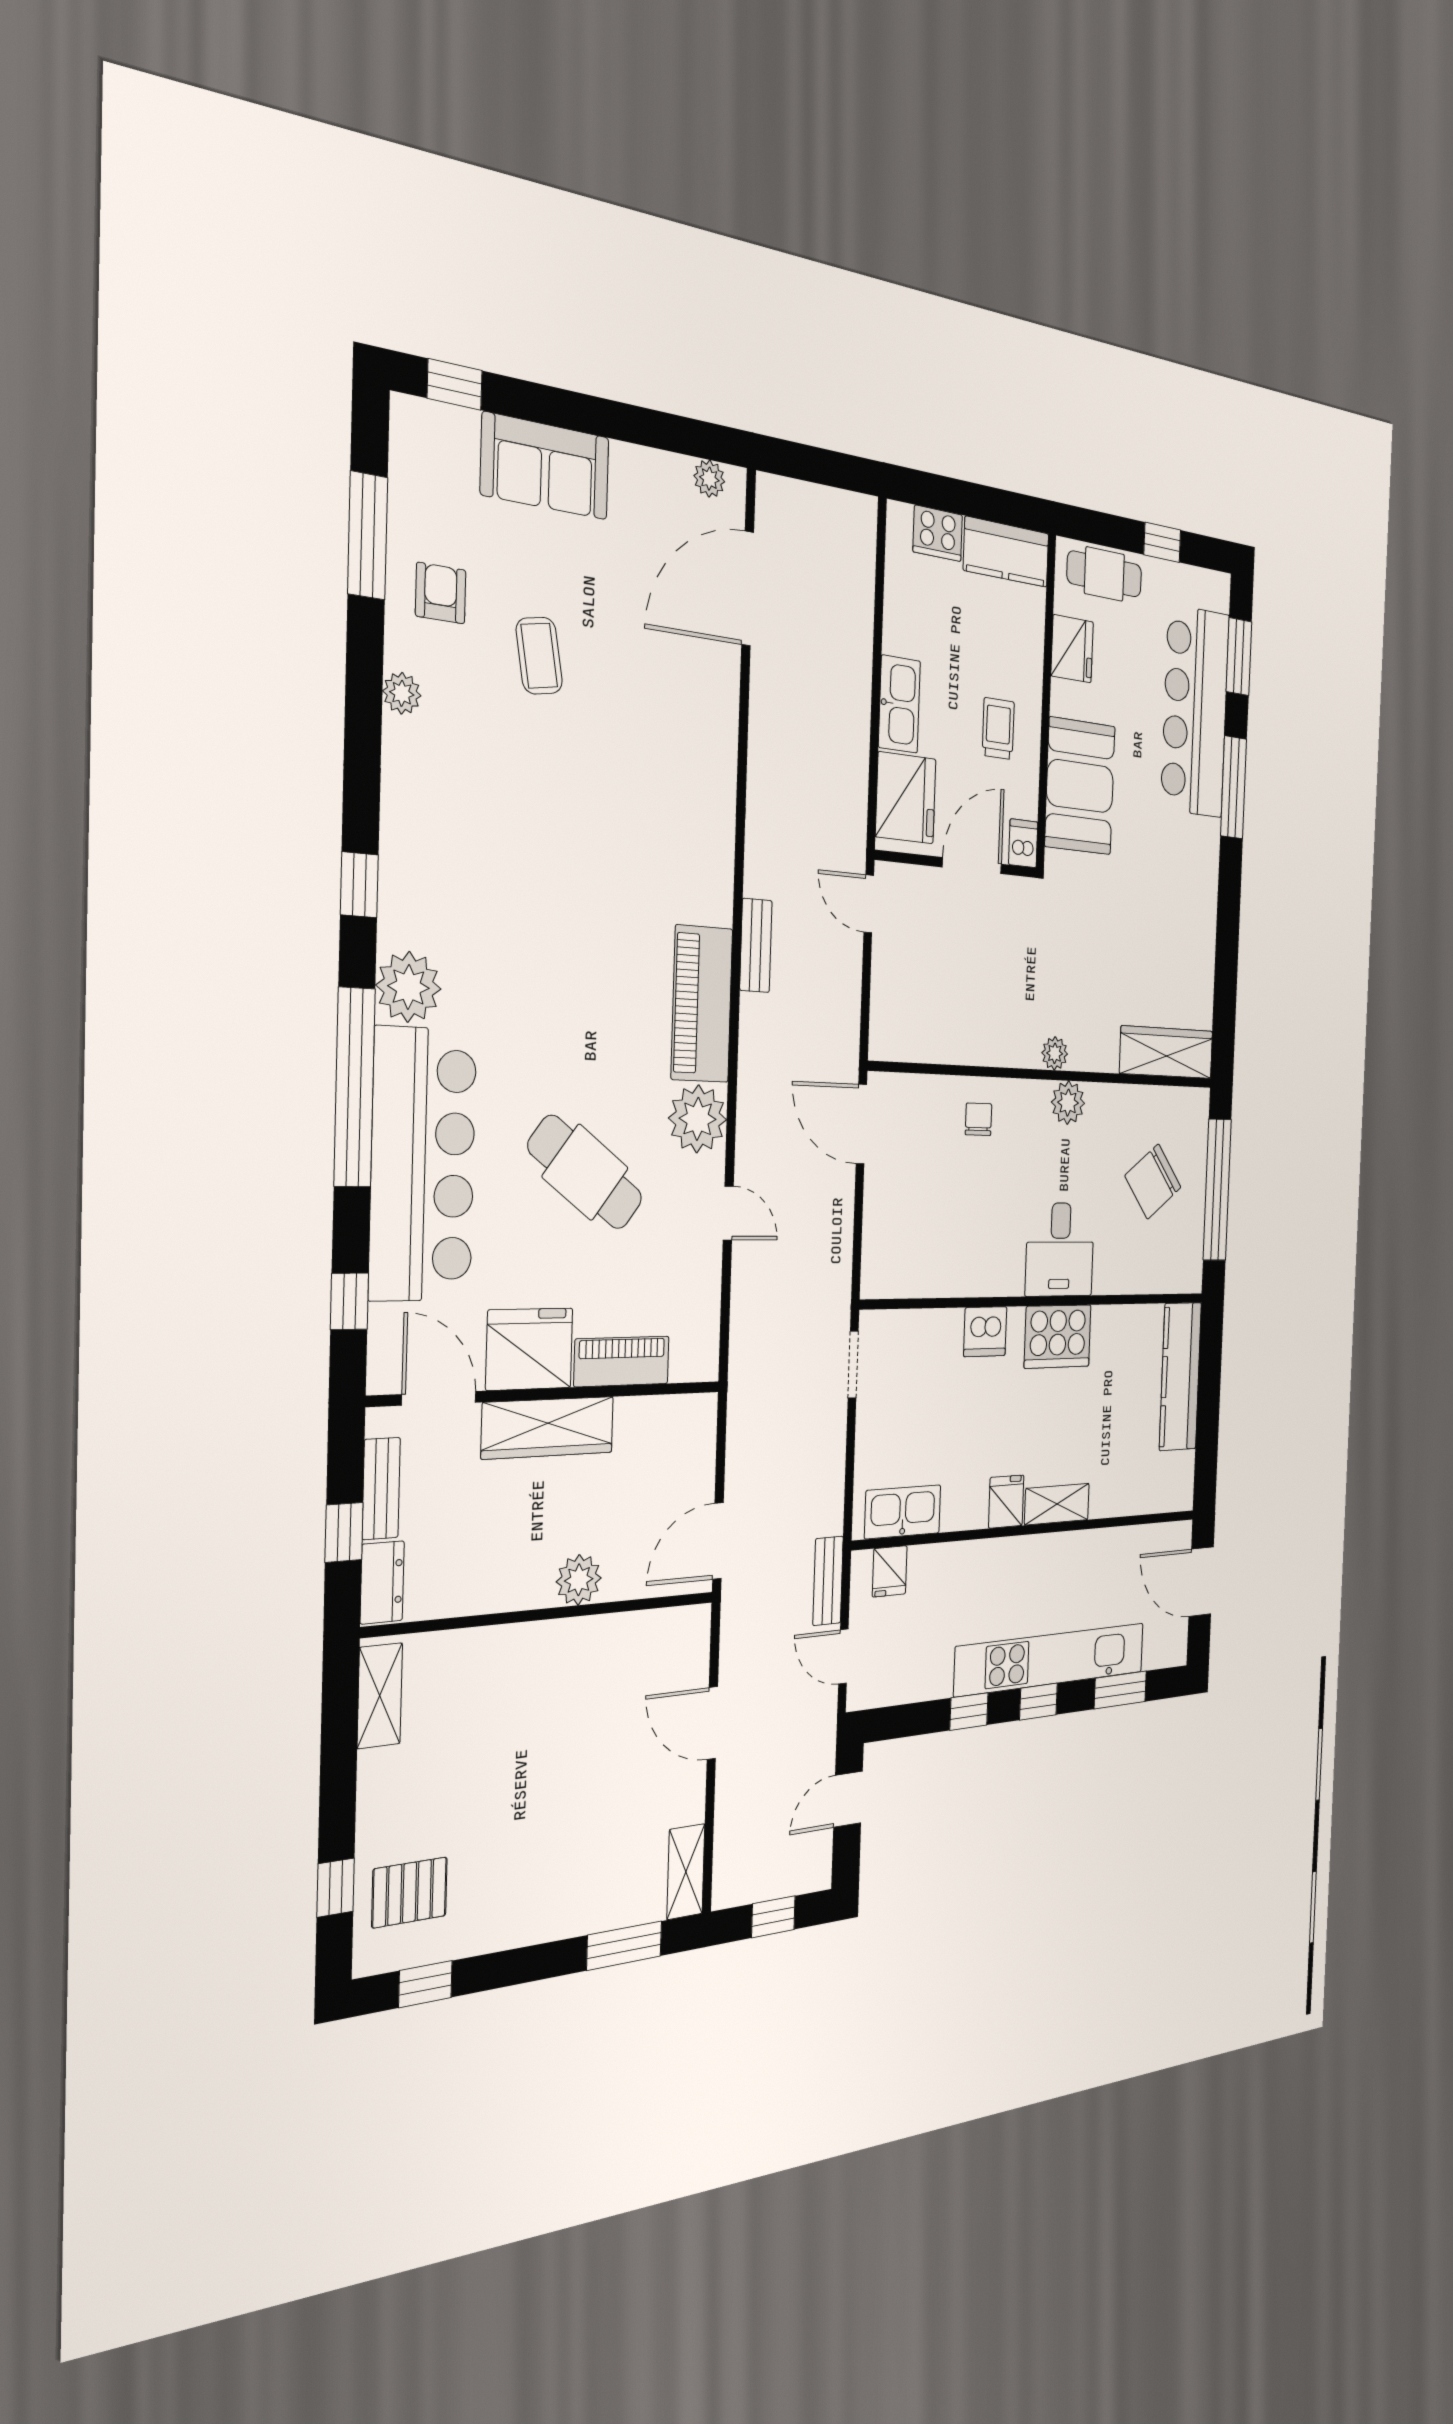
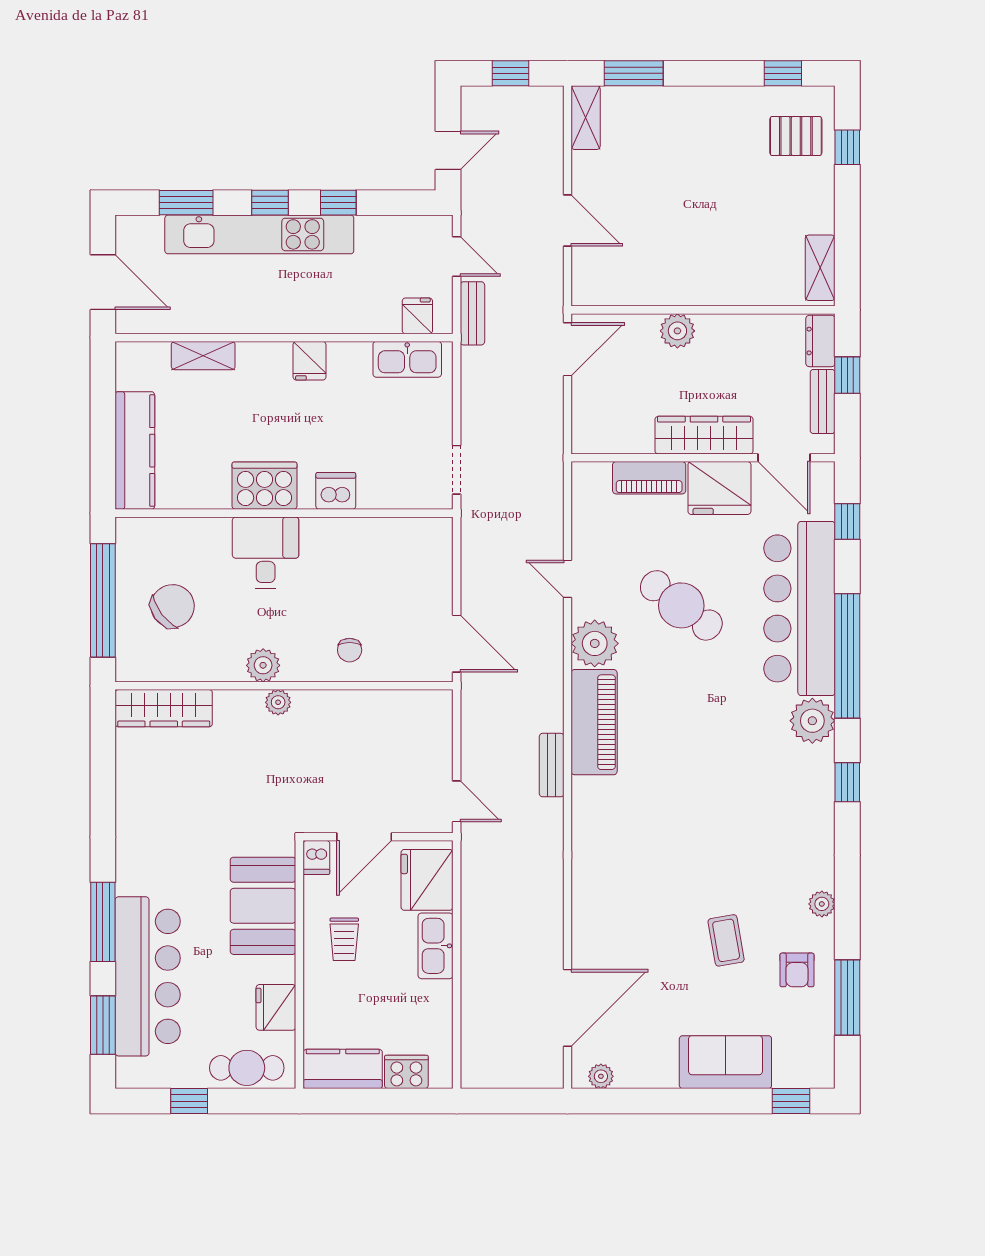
shelving: (1057, 1504) -> (203, 356), moved

